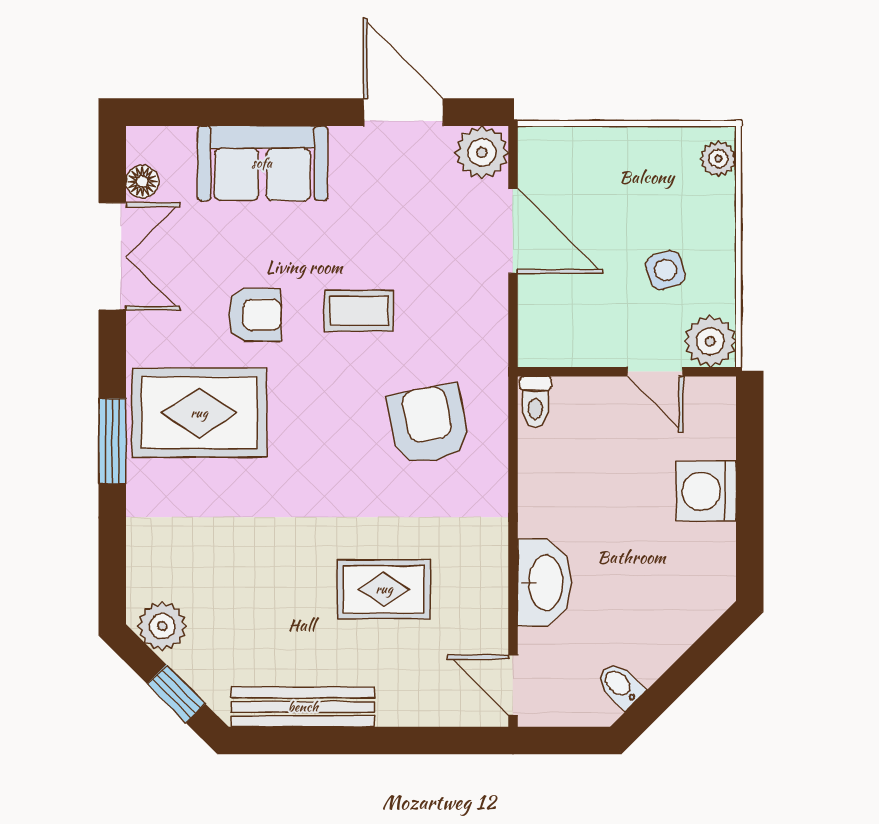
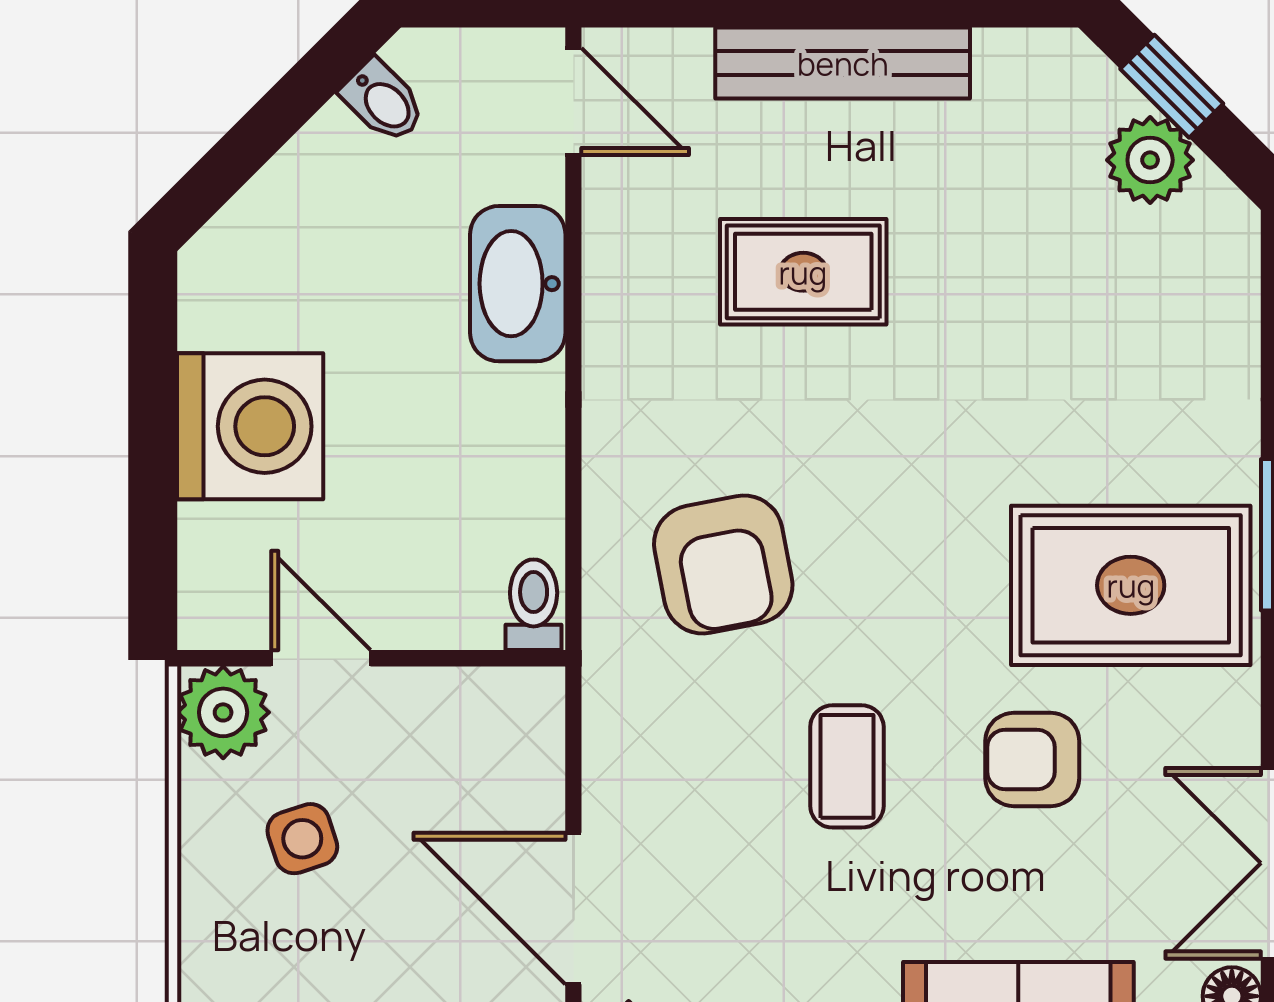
coffee table: (359, 311) -> (847, 766), turned 90
washing machine: (706, 491) -> (250, 426), width x1.37, depth x1.37
plant: (162, 626) -> (1150, 160), moved
bench: (303, 707) -> (843, 63), moved

